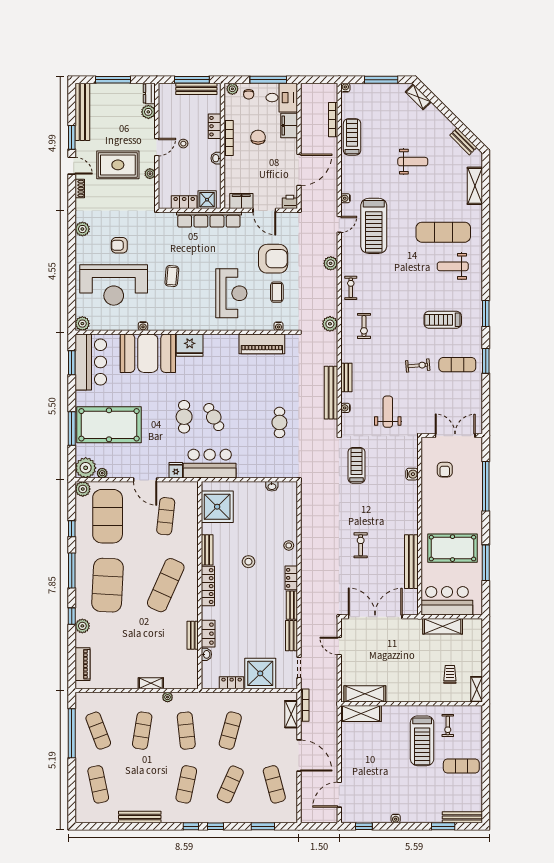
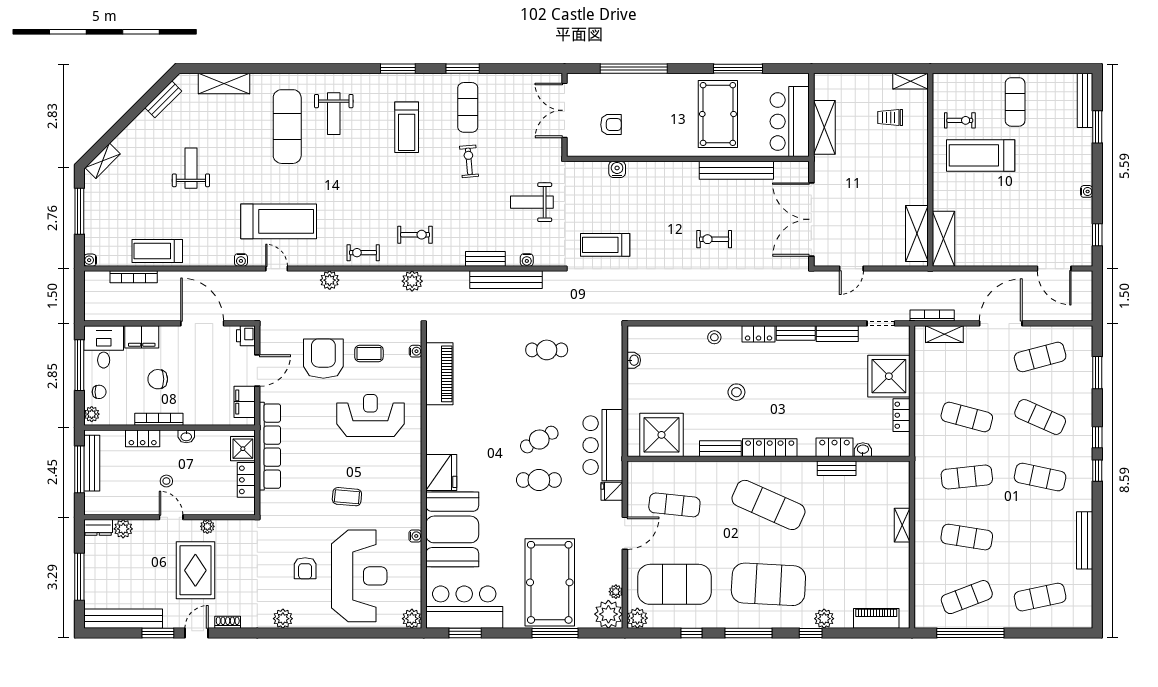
plant: (168, 697) -> (921, 503), removed
treadmill: (422, 741) -> (981, 155), turned 180

